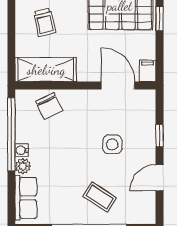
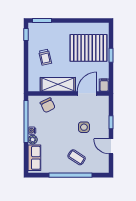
shelving: (46, 70) -> (58, 84), moved
door: (118, 86) -> (87, 93), hinge flipped
door: (159, 178) -> (111, 146), hinge flipped

